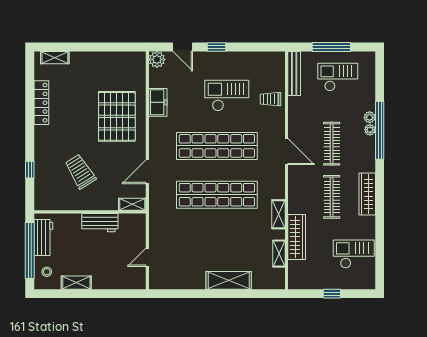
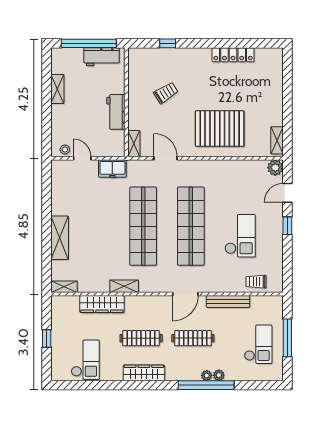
shelving: (55, 58) -> (277, 140), moved
bench: (294, 73) -> (228, 302), moved
trolley: (270, 99) -> (256, 282), moved, turned -90
freezer: (158, 102) -> (112, 169), moved
trolley: (80, 171) -> (166, 93), width x0.73, depth x0.72
shelving: (279, 254) -> (64, 287), moved
stool: (47, 272) -> (65, 149), moved

